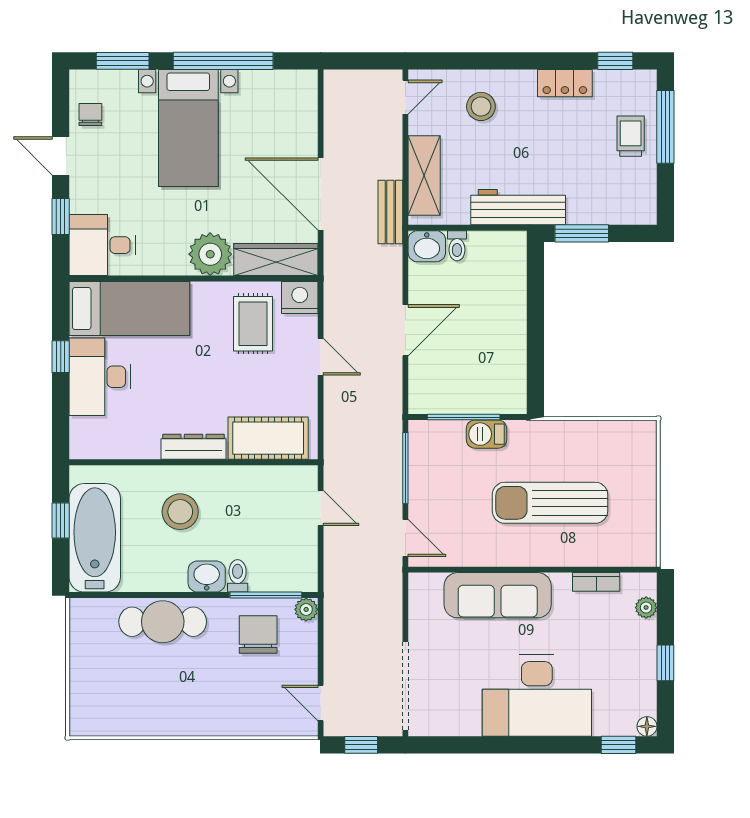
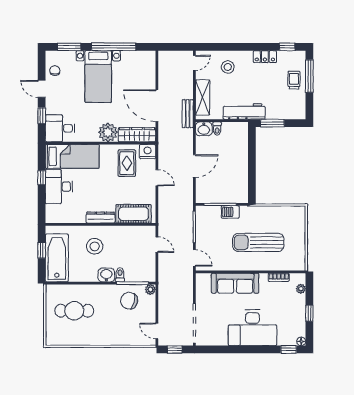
cafe table: (163, 622) -> (74, 311), moved
chair: (258, 635) -> (129, 301), turned -77

